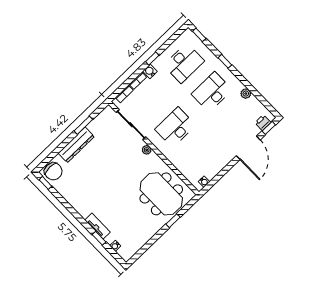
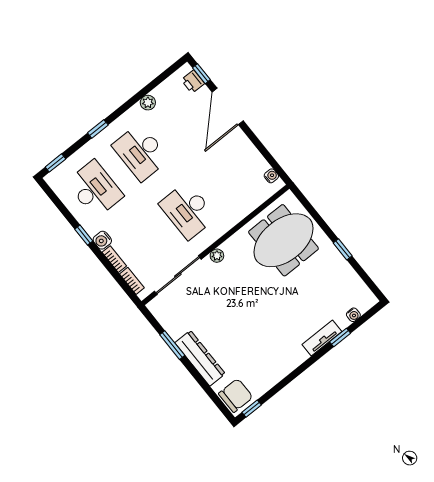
door: (248, 148) -> (228, 106), swing flipped
window: (173, 221) -> (343, 249), moved

